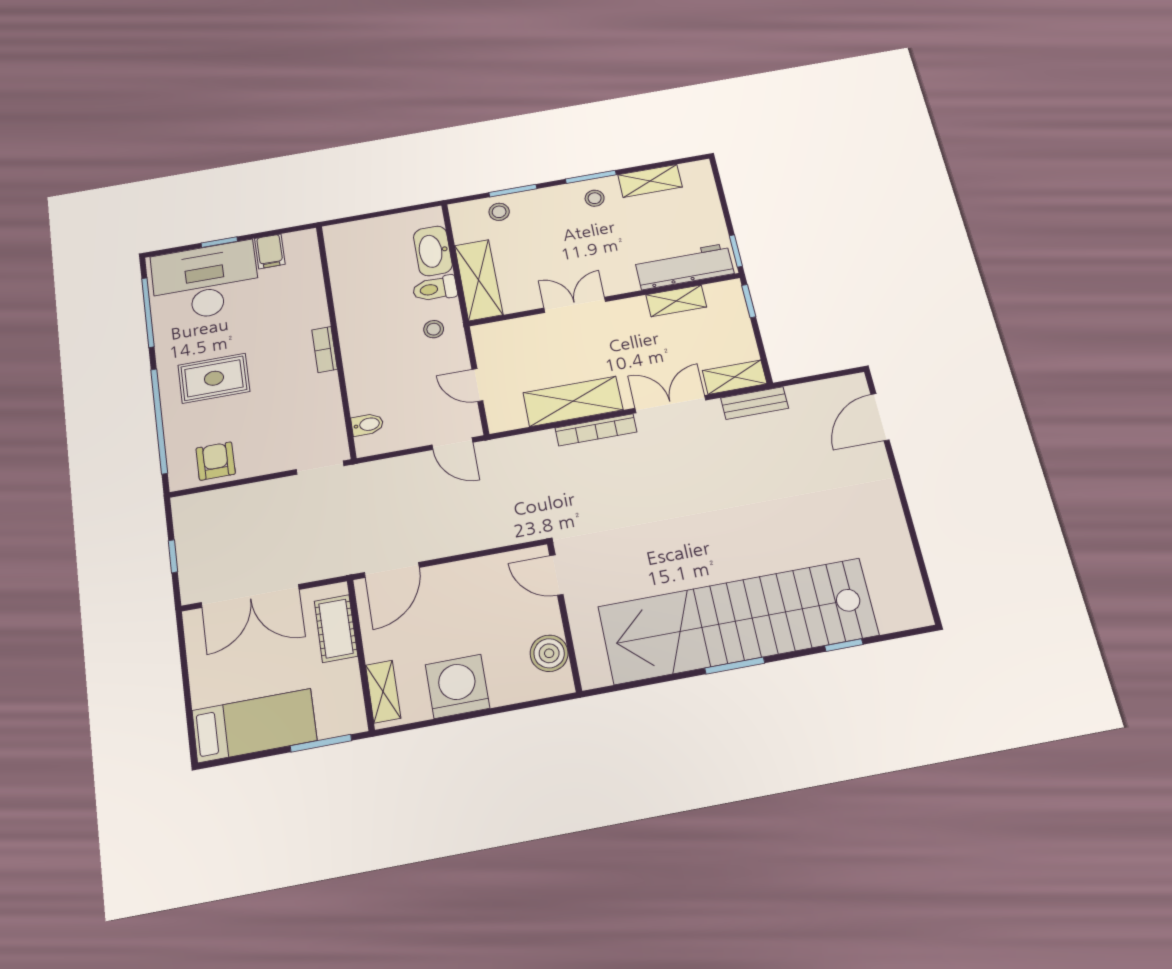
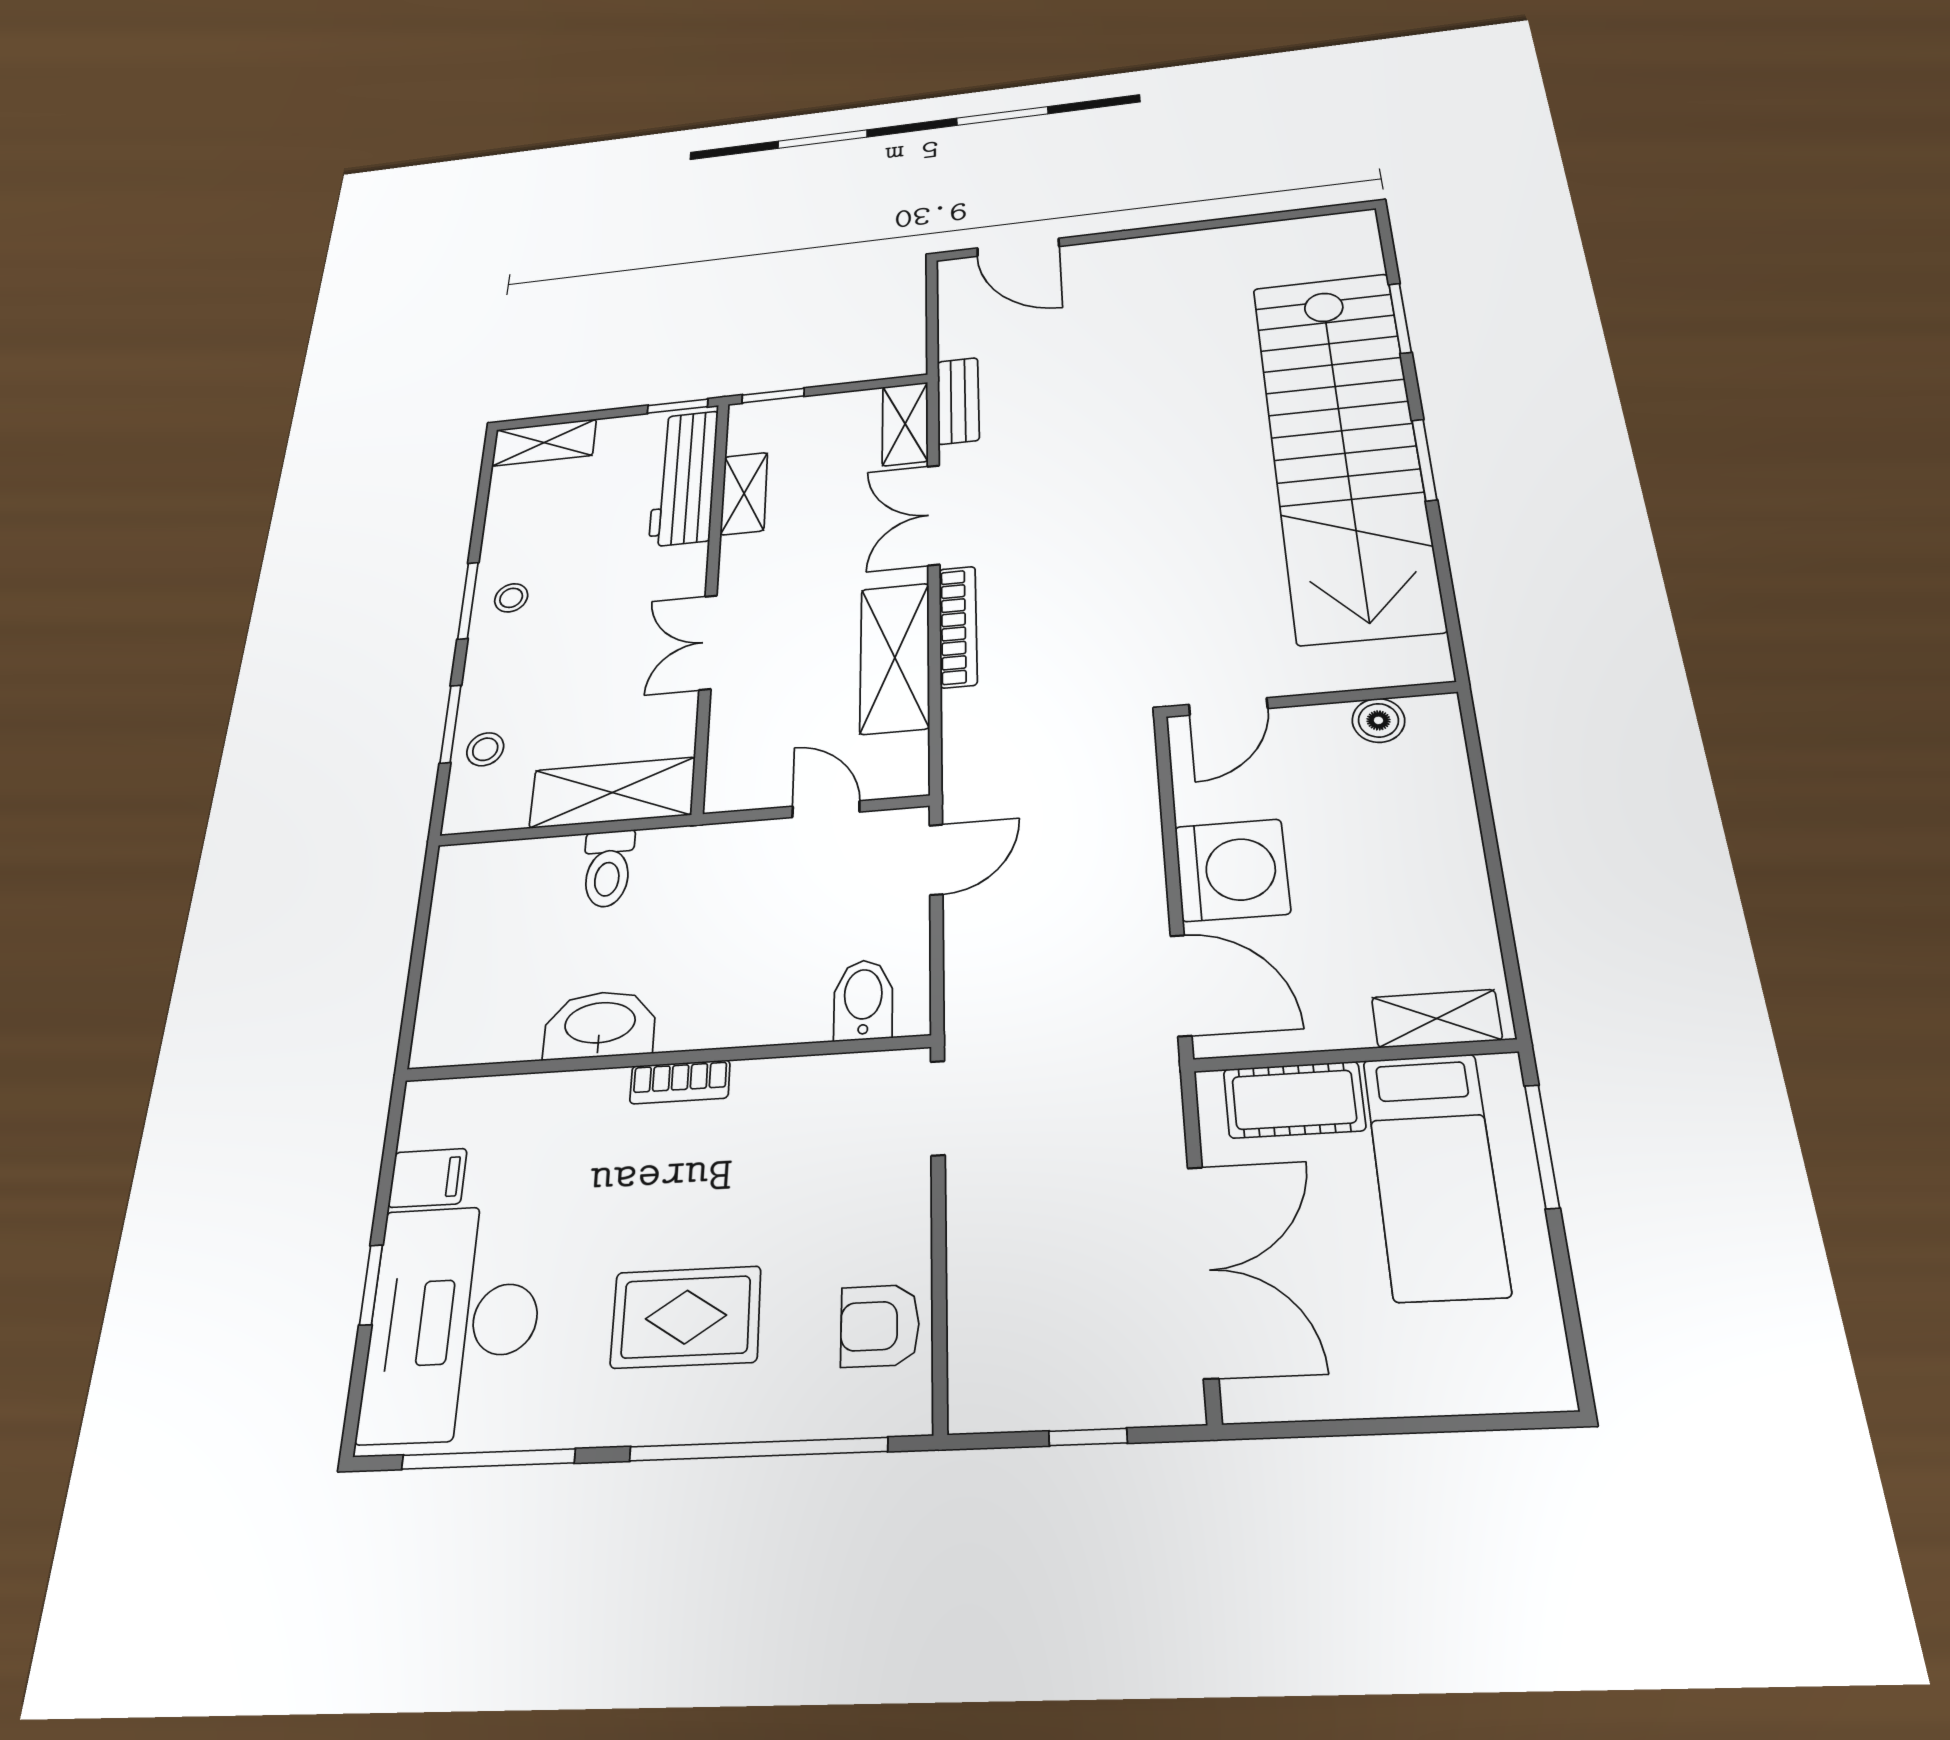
shelving: (650, 181) -> (544, 443), moved, turned 90
washbasin: (433, 251) -> (600, 1025), moved, turned 180
stool: (434, 329) -> (691, 877), removed
rug: (214, 378) -> (686, 1317), turned 90
door: (477, 385) -> (826, 809), swing flipped
bidet: (367, 425) -> (863, 1000), width x1.38, depth x1.36
window: (844, 645) -> (1400, 318), width x1.50
boiler: (549, 653) -> (1378, 720), width x0.73, depth x0.73
washing machine: (458, 686) -> (1232, 870), moved, turned 180
bed: (254, 726) -> (1435, 1175), moved, turned 180

